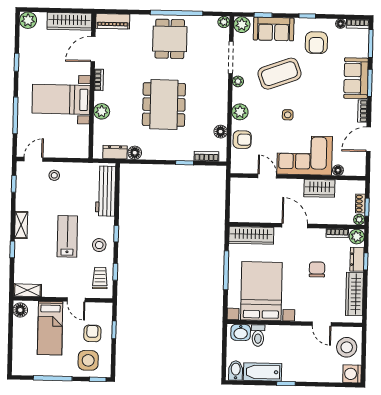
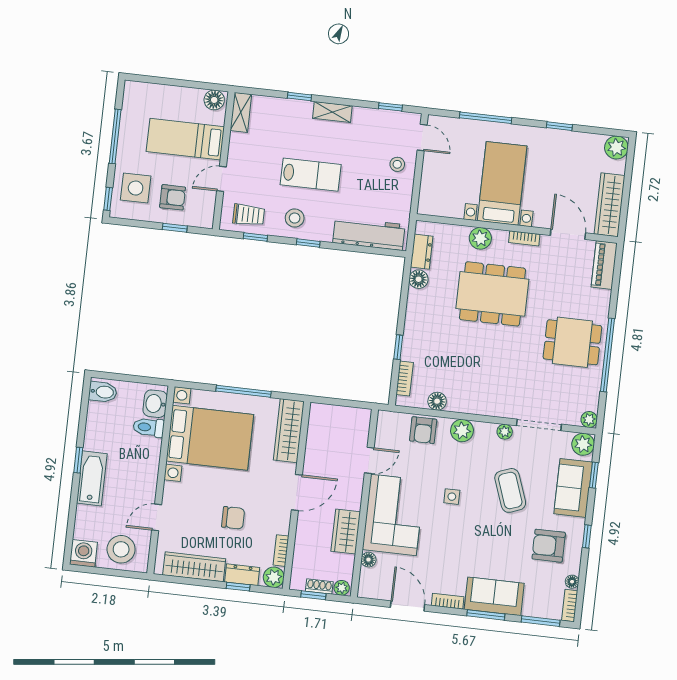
coffee table: (279, 74) -> (510, 490), width x0.73, depth x0.76
dining table: (164, 104) -> (492, 294), moved
plant: (359, 219) -> (342, 588), moved
bathtub: (262, 372) -> (92, 478), moved

